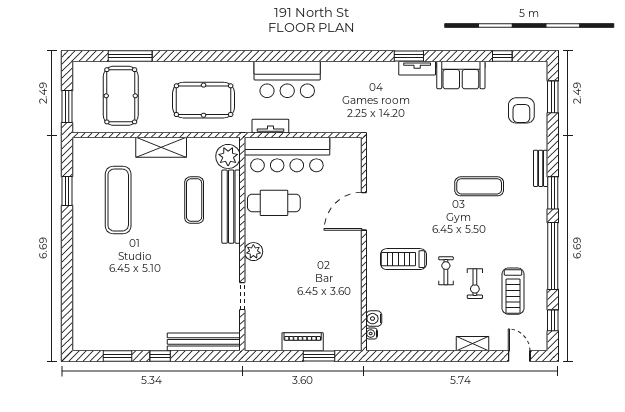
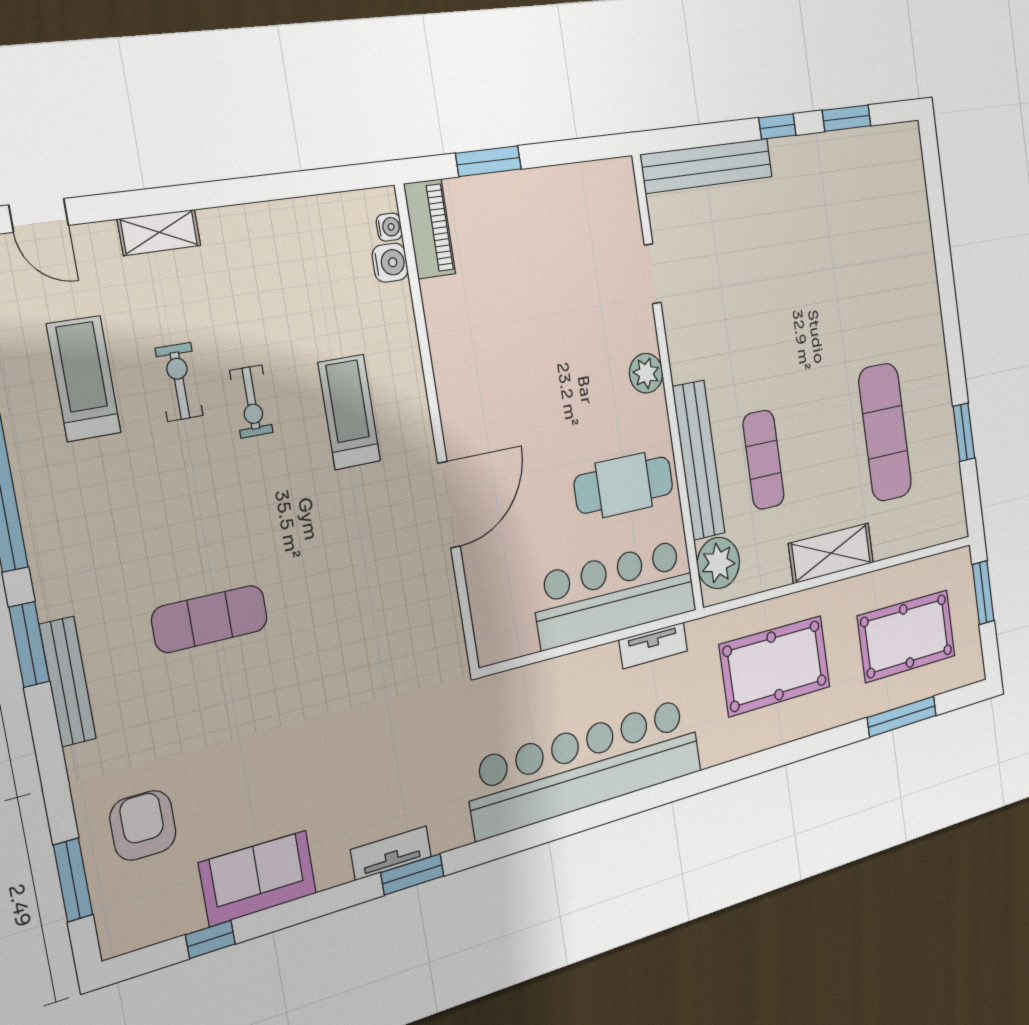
sofa: (461, 75) -> (258, 878), moved
bar counter: (287, 79) -> (586, 767), width x1.86
pool table: (121, 96) -> (907, 636), turned 90
bench: (541, 168) -> (68, 682), width x1.36
treadmill: (403, 259) -> (349, 412), turned -90
piano: (303, 342) -> (430, 229), moved, turned -90

